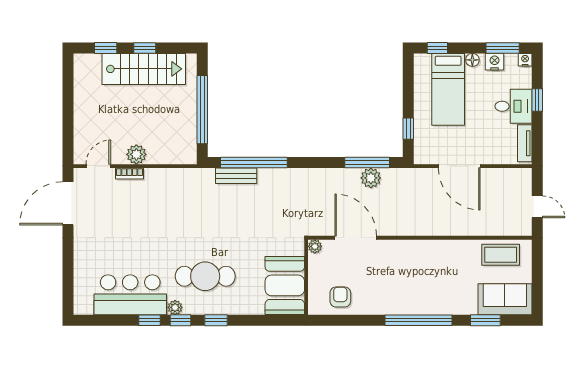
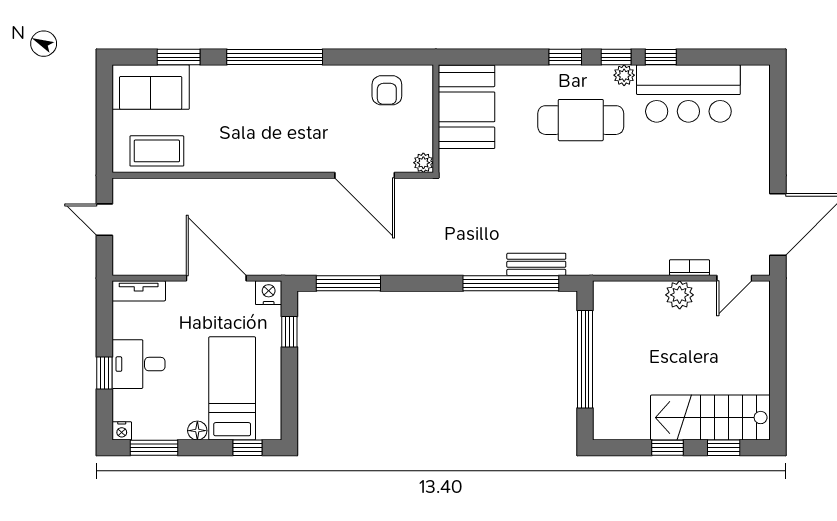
nightstand: (495, 62) -> (269, 293), moved, turned 180
stairs: (144, 69) -> (710, 418), moved
tv unit: (525, 143) -> (139, 291), moved, turned 90
plant: (371, 178) -> (343, 261), removed

